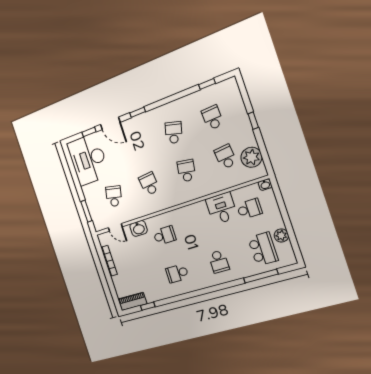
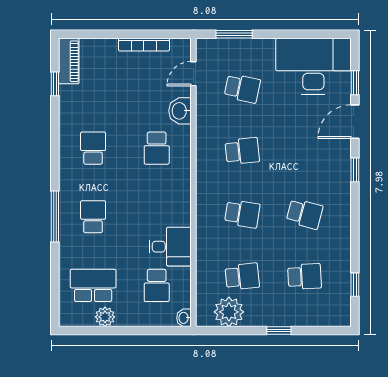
school desk: (263, 249) -> (93, 285), turned 180
school desk: (219, 262) -> (93, 217), turned 90
window: (261, 276) -> (55, 216), moved

